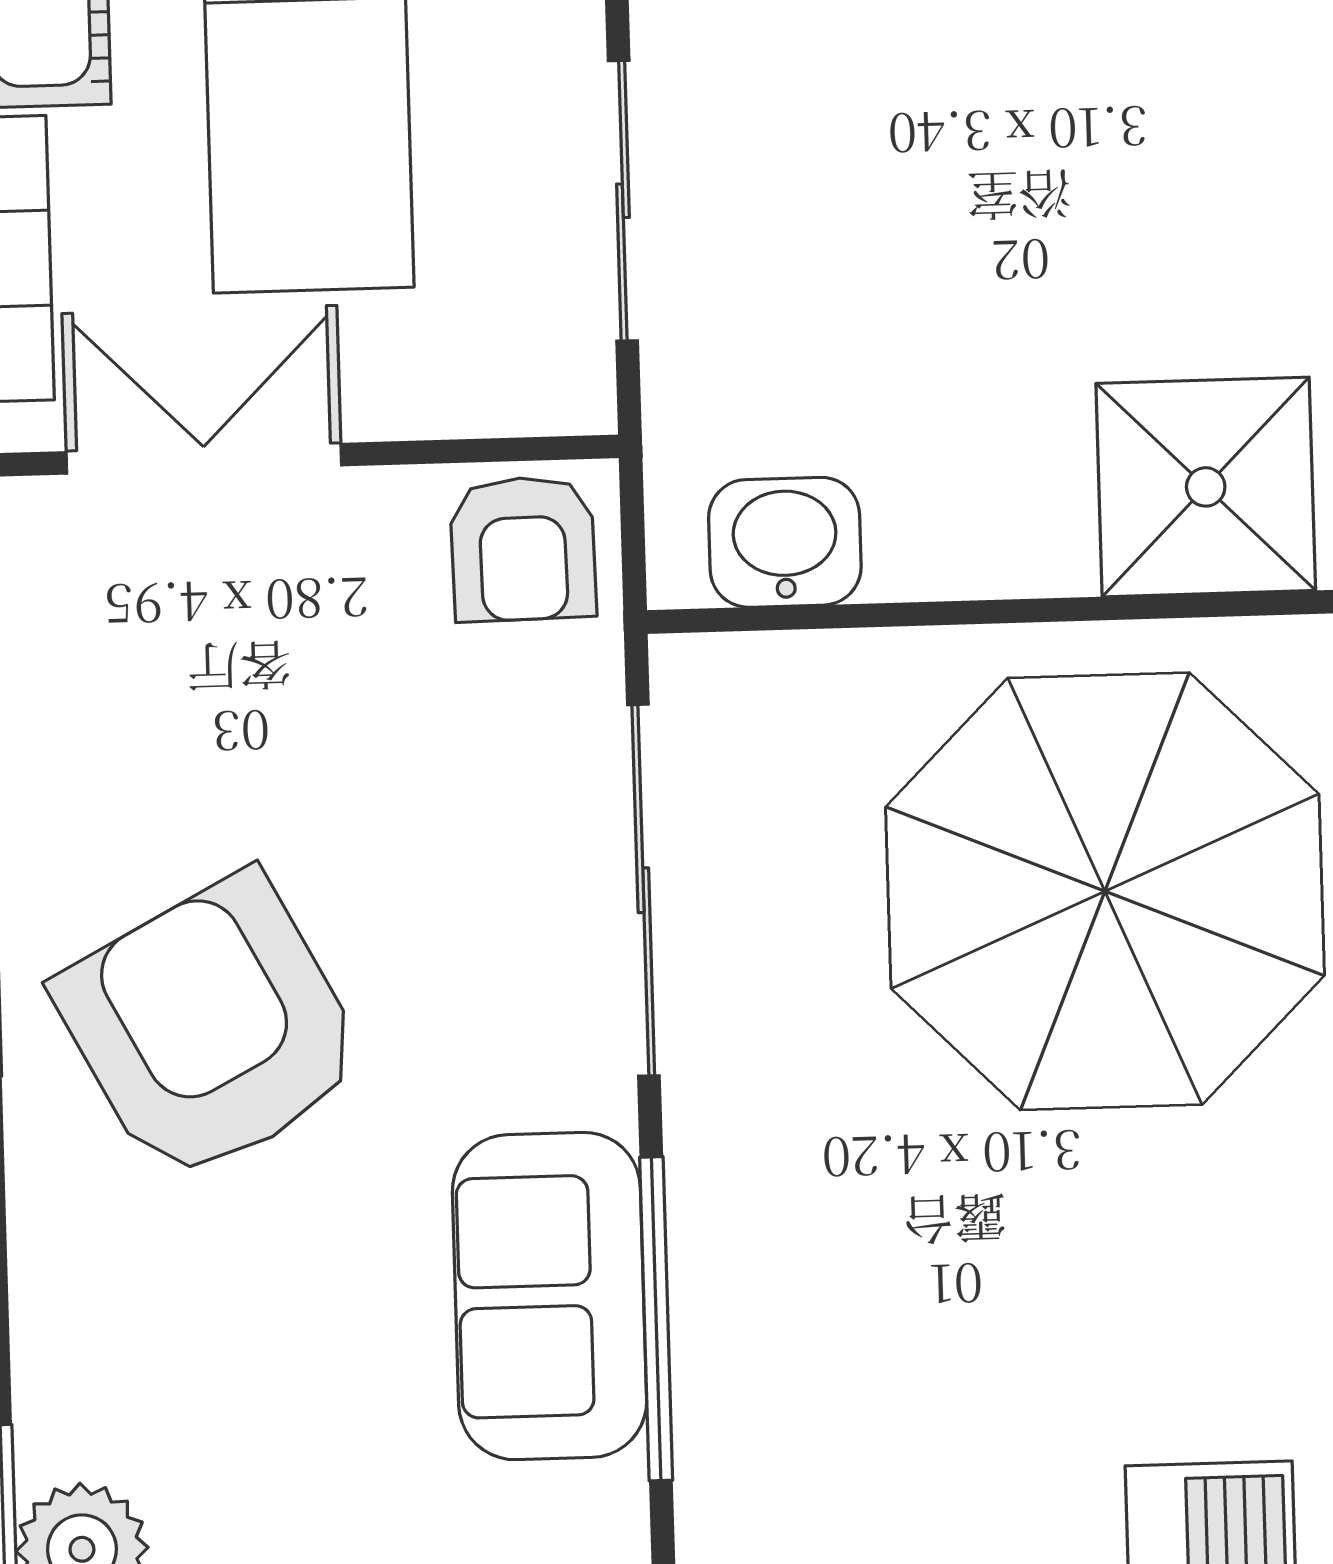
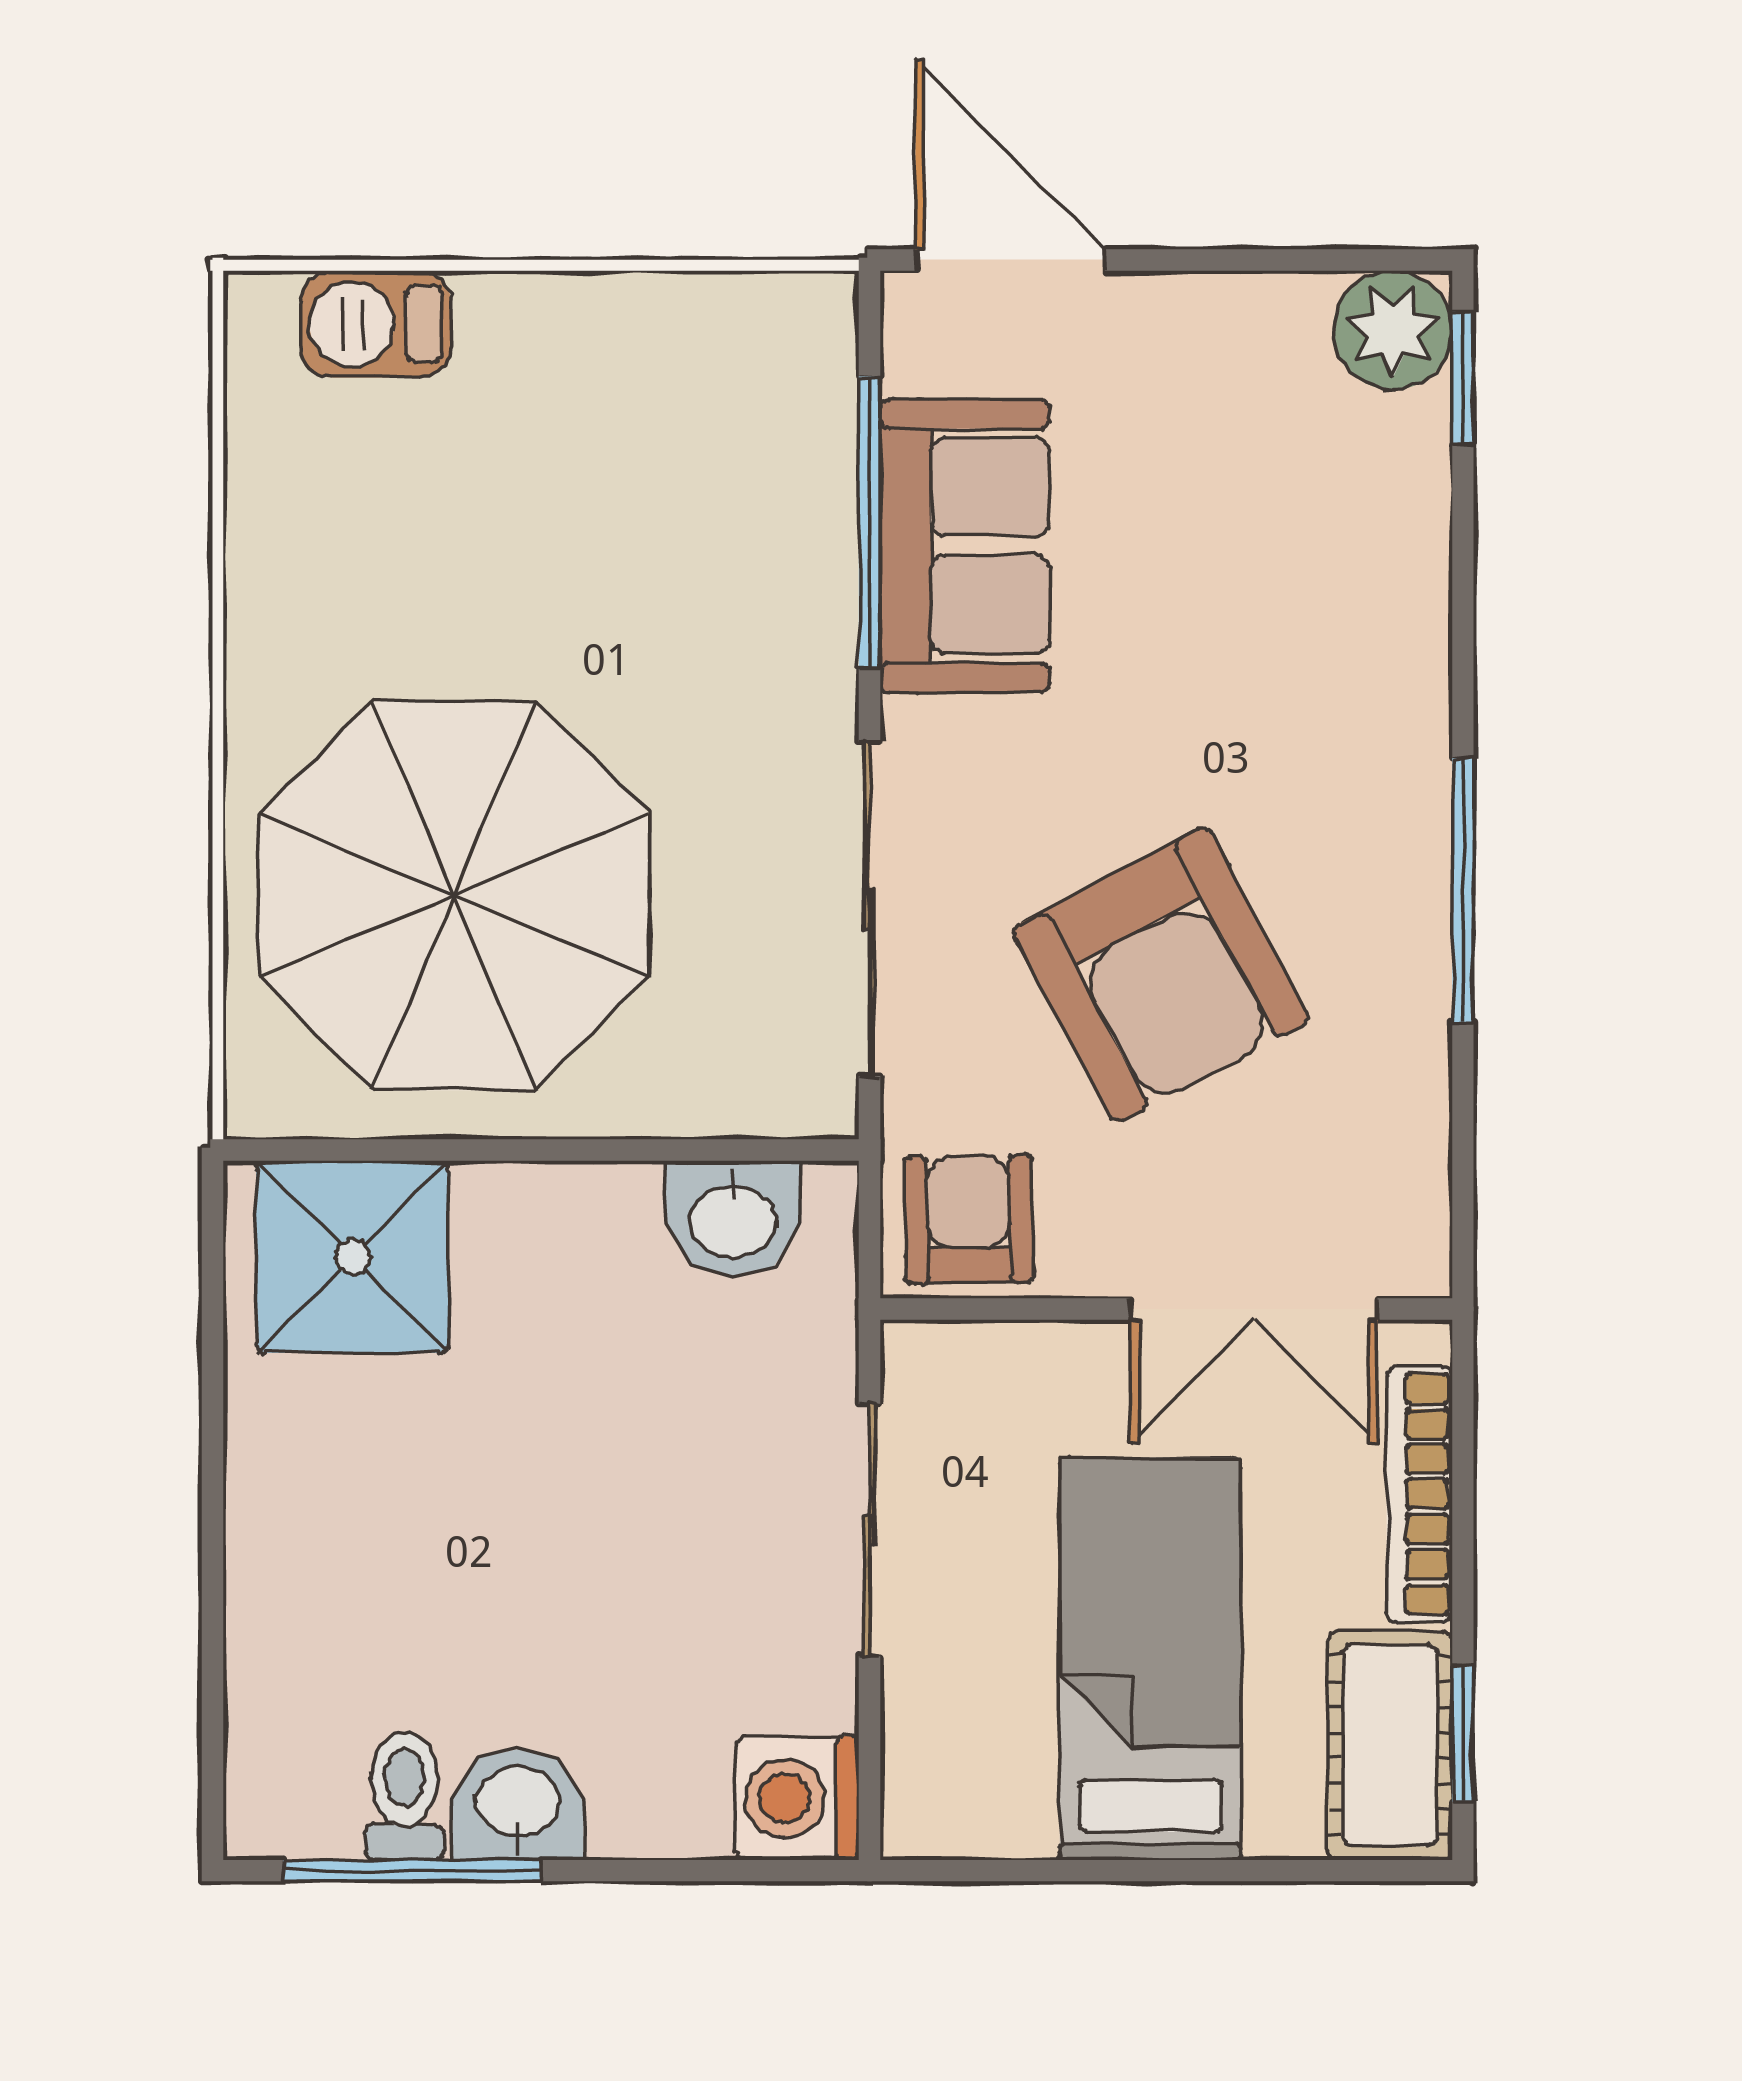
armchair: (211, 1029) -> (1161, 975), moved

